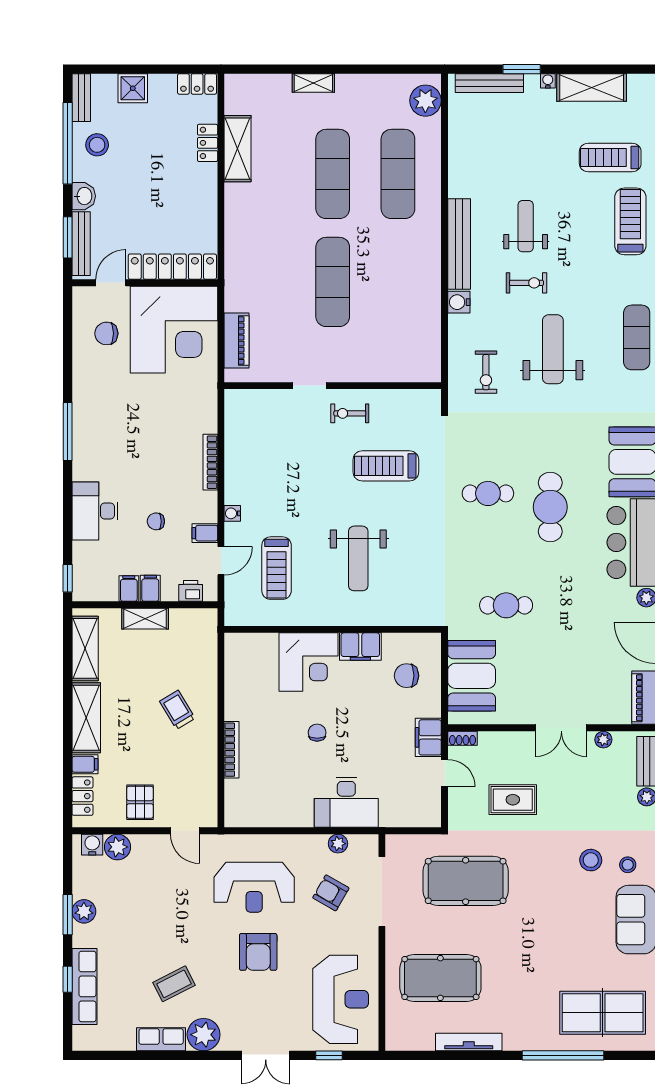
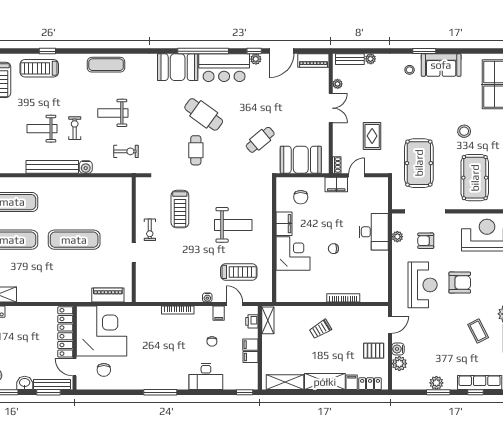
weight bench: (553, 349) -> (113, 113), width x0.73, depth x0.75
cafe table: (550, 507) -> (204, 114), turned 36
cafe table: (506, 605) -> (260, 140), turned 50
shelving: (145, 619) -> (268, 320), moved
water cooler: (92, 845) -> (398, 349), moved
stool: (591, 860) -> (464, 131), moved
armchair: (331, 893) -> (426, 241), turned 60

